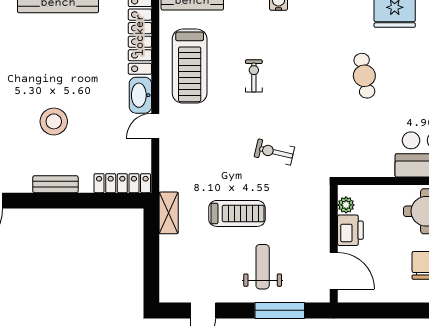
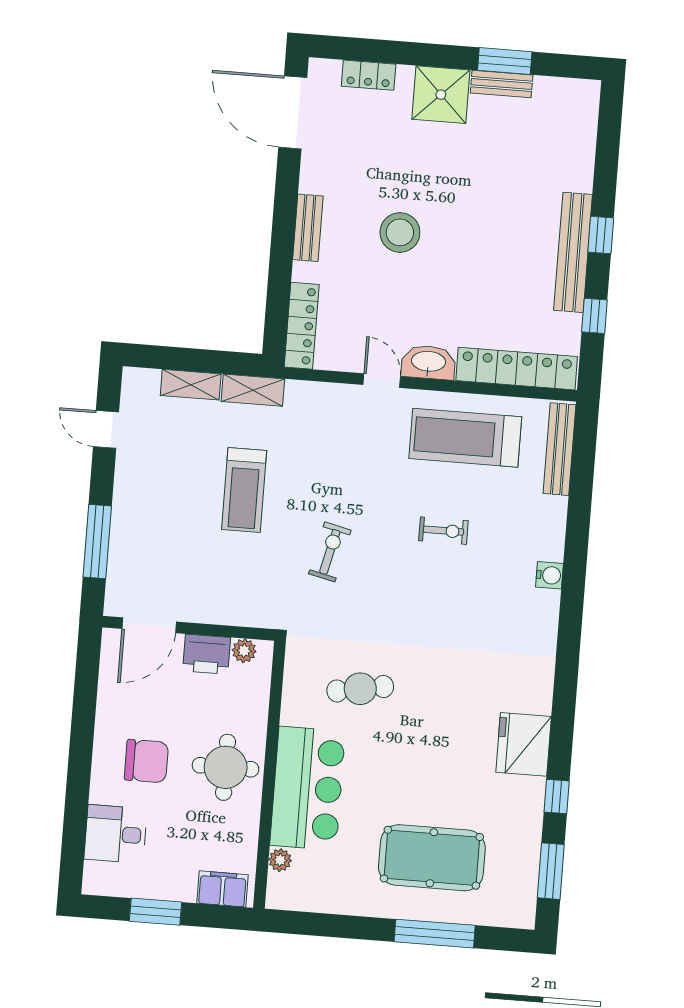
cafe table: (364, 76) -> (360, 689), moved
shelving: (168, 255) -> (191, 385), added
weight bench: (263, 267) -> (163, 521), removed

